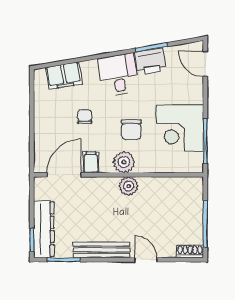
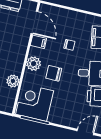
corner desk: (180, 128) -> (35, 103), moved
plant: (129, 186) -> (13, 81), moved

